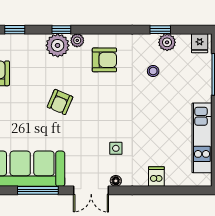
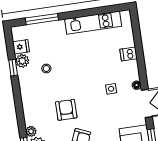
fridge: (200, 43) -> (21, 47), moved
armchair: (104, 60) -> (66, 110), moved

